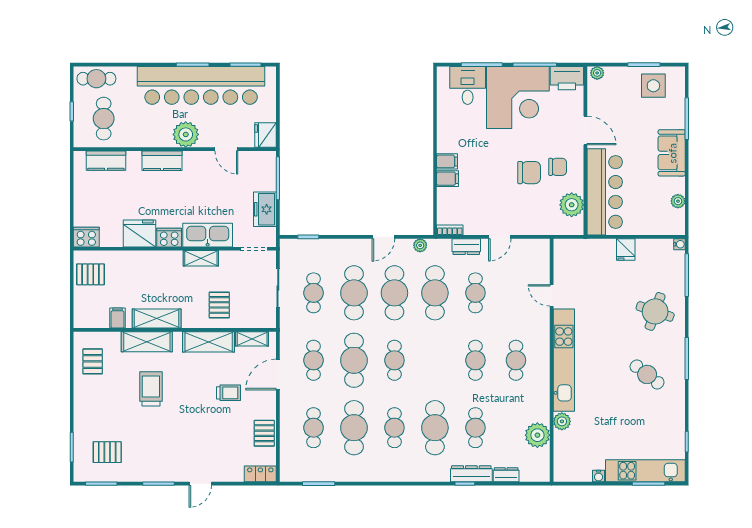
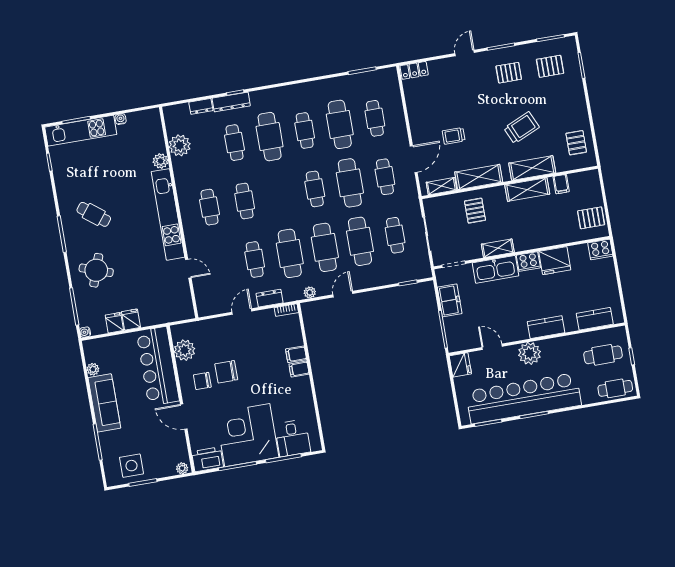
cafe table: (104, 119) -> (603, 355), turned 90
sofa: (672, 153) -> (104, 403), width x1.36
fridge: (645, 249) -> (114, 323), added
trolley: (151, 389) -> (522, 128), turned -114
pallet: (264, 433) -> (509, 73), moved, turned 90

